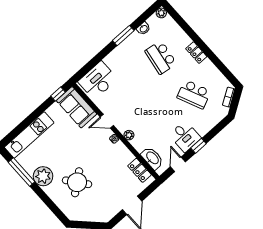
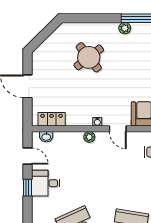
door: (107, 121) -> (118, 129), swing flipped
washbasin: (152, 158) -> (46, 137), width x0.52, depth x0.69
plant: (43, 176) -> (125, 28), width x0.53, depth x0.53

